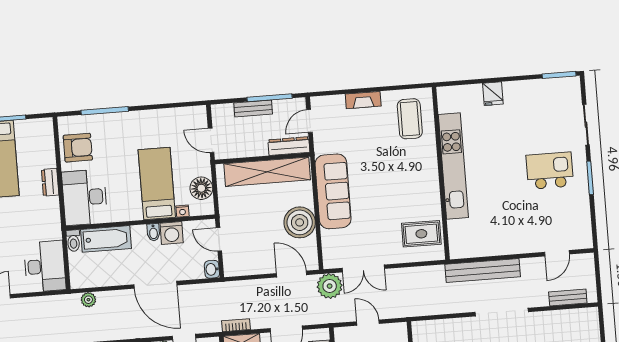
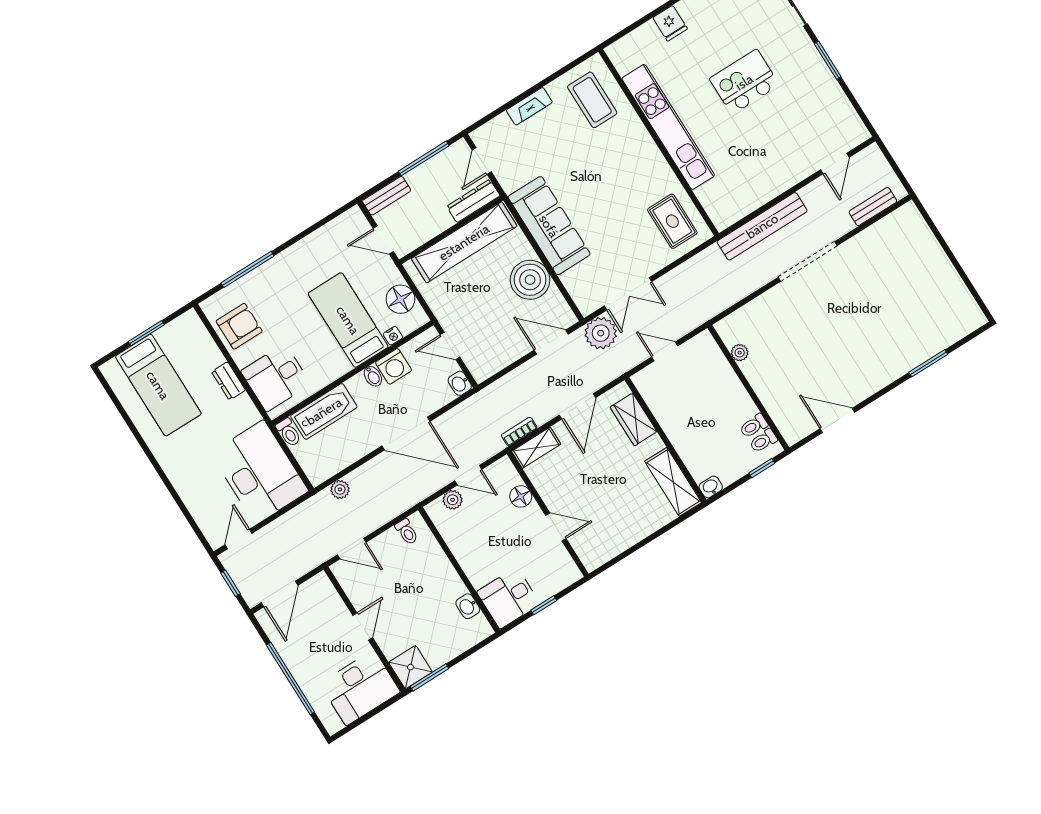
bench: (253, 108) -> (387, 196), moved
kitchen island: (550, 171) -> (744, 82), moved
desk: (85, 197) -> (276, 378), width x0.73
rug: (421, 234) -> (672, 221), turned 90
desk: (45, 266) -> (259, 472), width x1.36, depth x1.30

